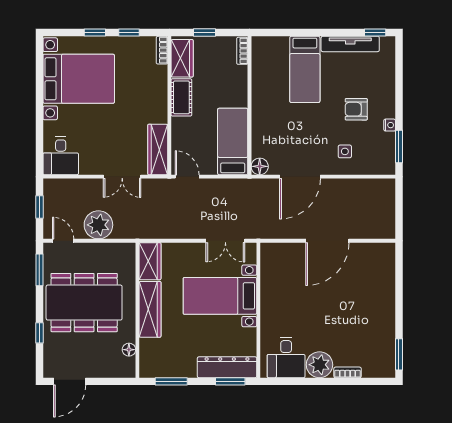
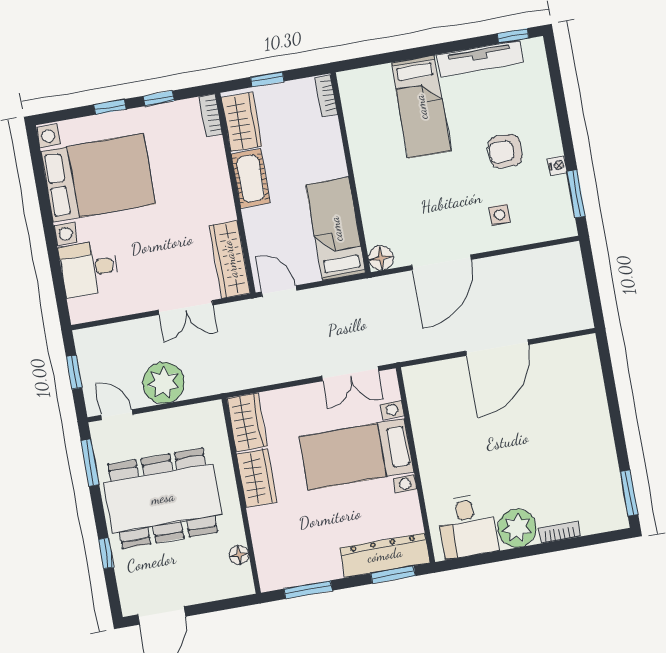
desk: (61, 156) -> (89, 268), moved, turned 90
wardrobe: (150, 309) -> (257, 478), width x0.67

